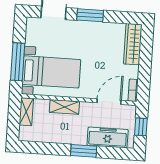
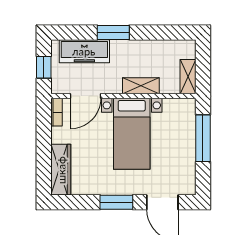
bed with nightstands: (51, 72) -> (132, 134), moved, turned -90

